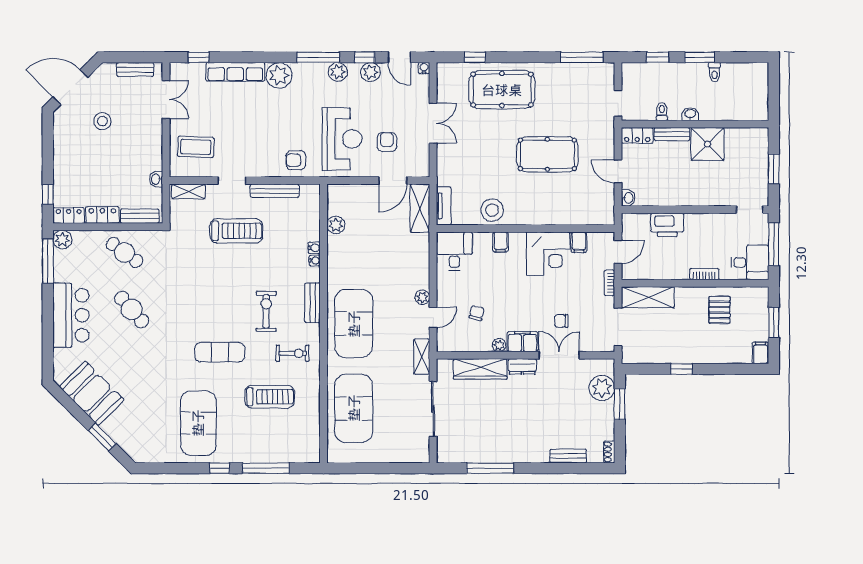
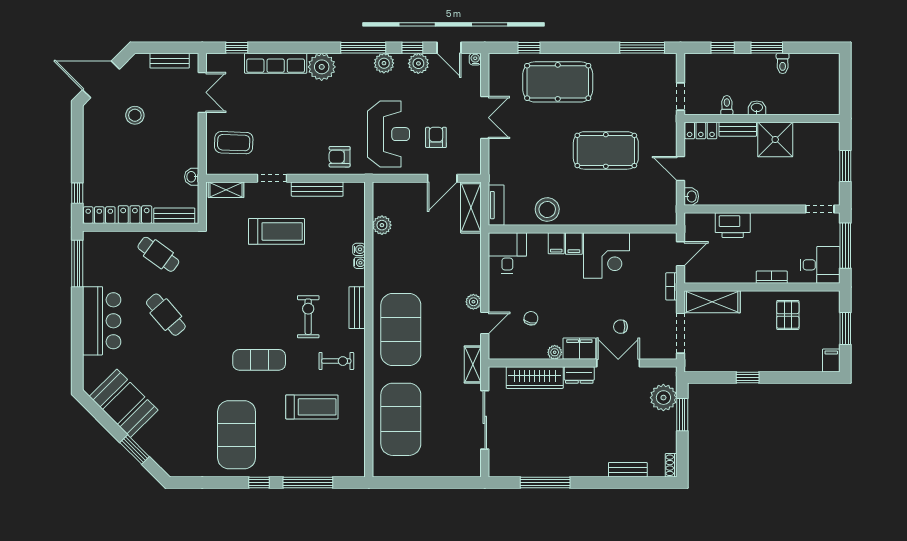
plant: (62, 240) -> (93, 241), removed
filing cabinet: (579, 242) -> (574, 244), moved

